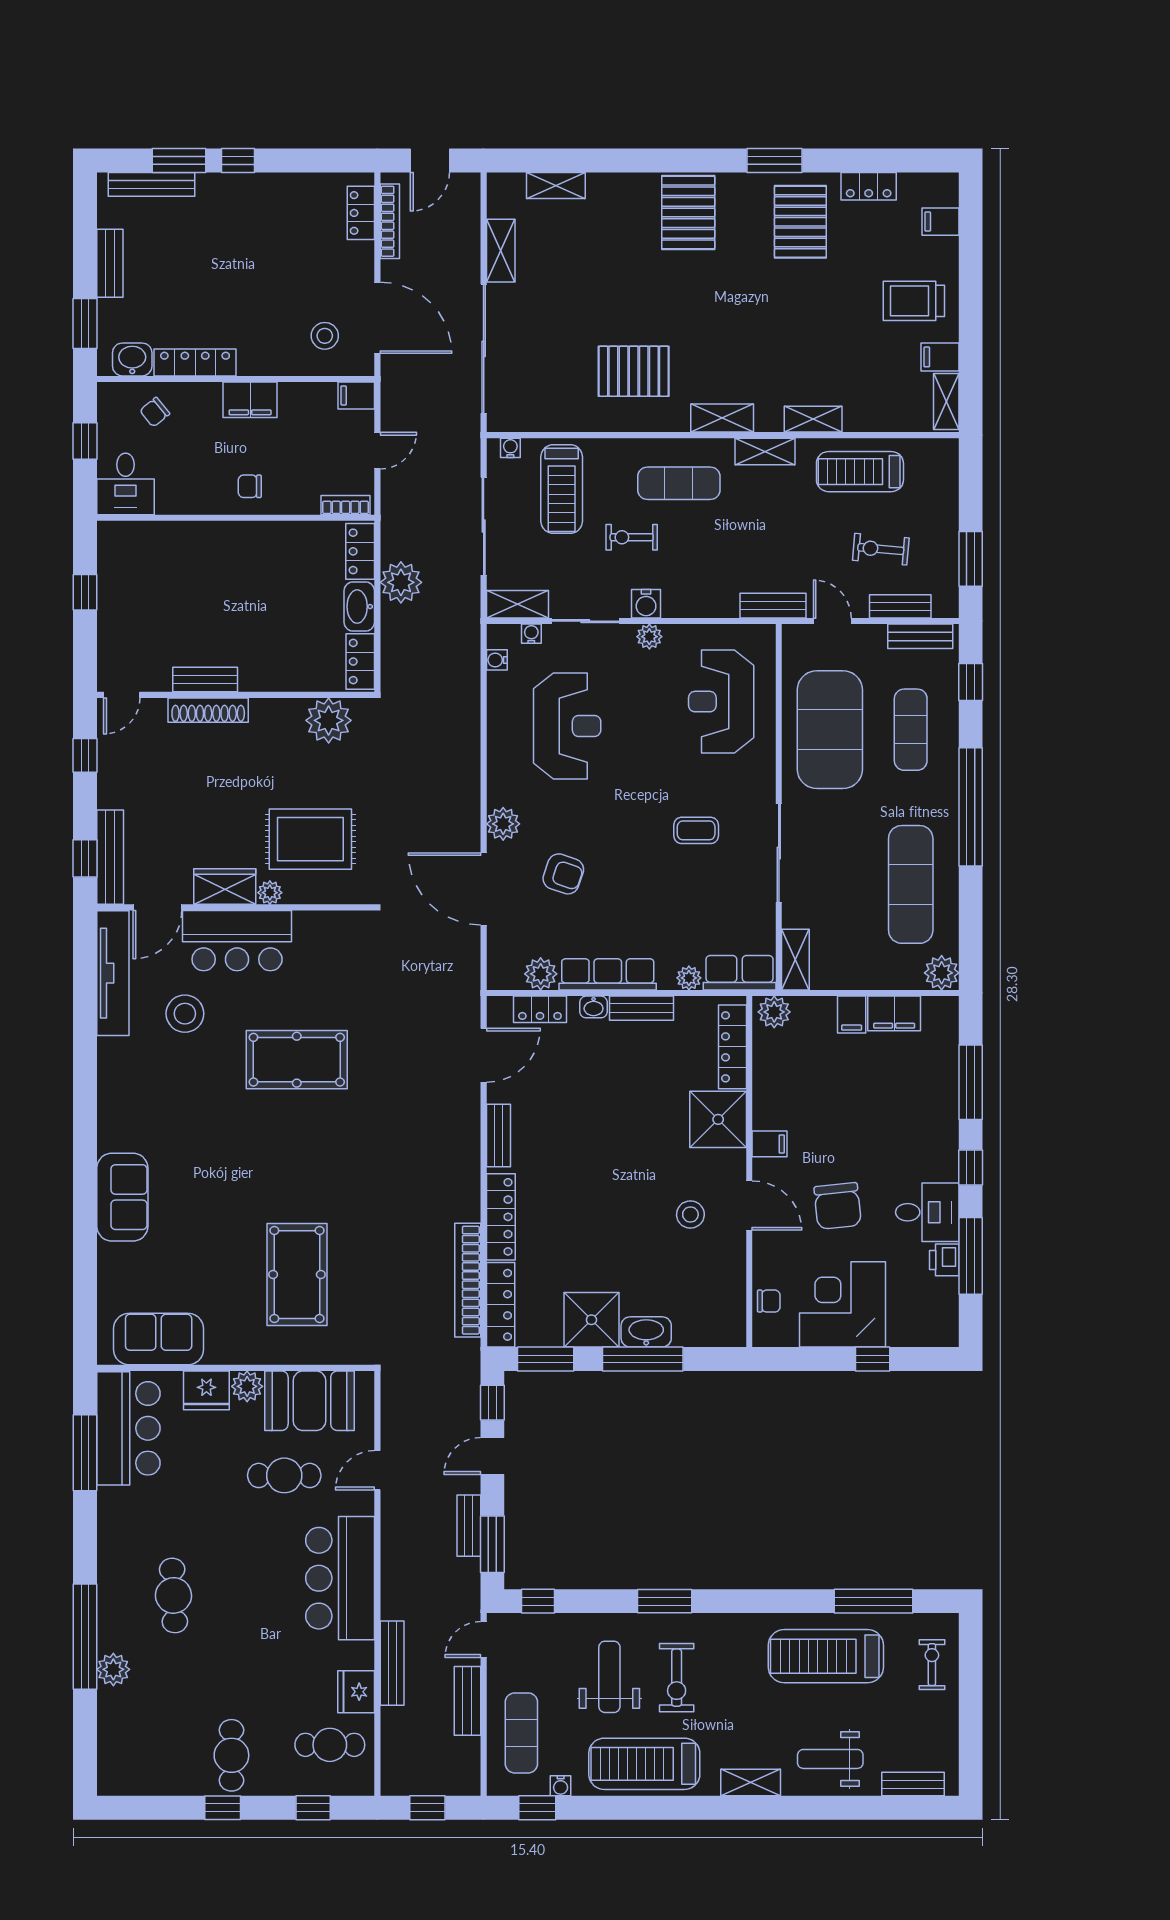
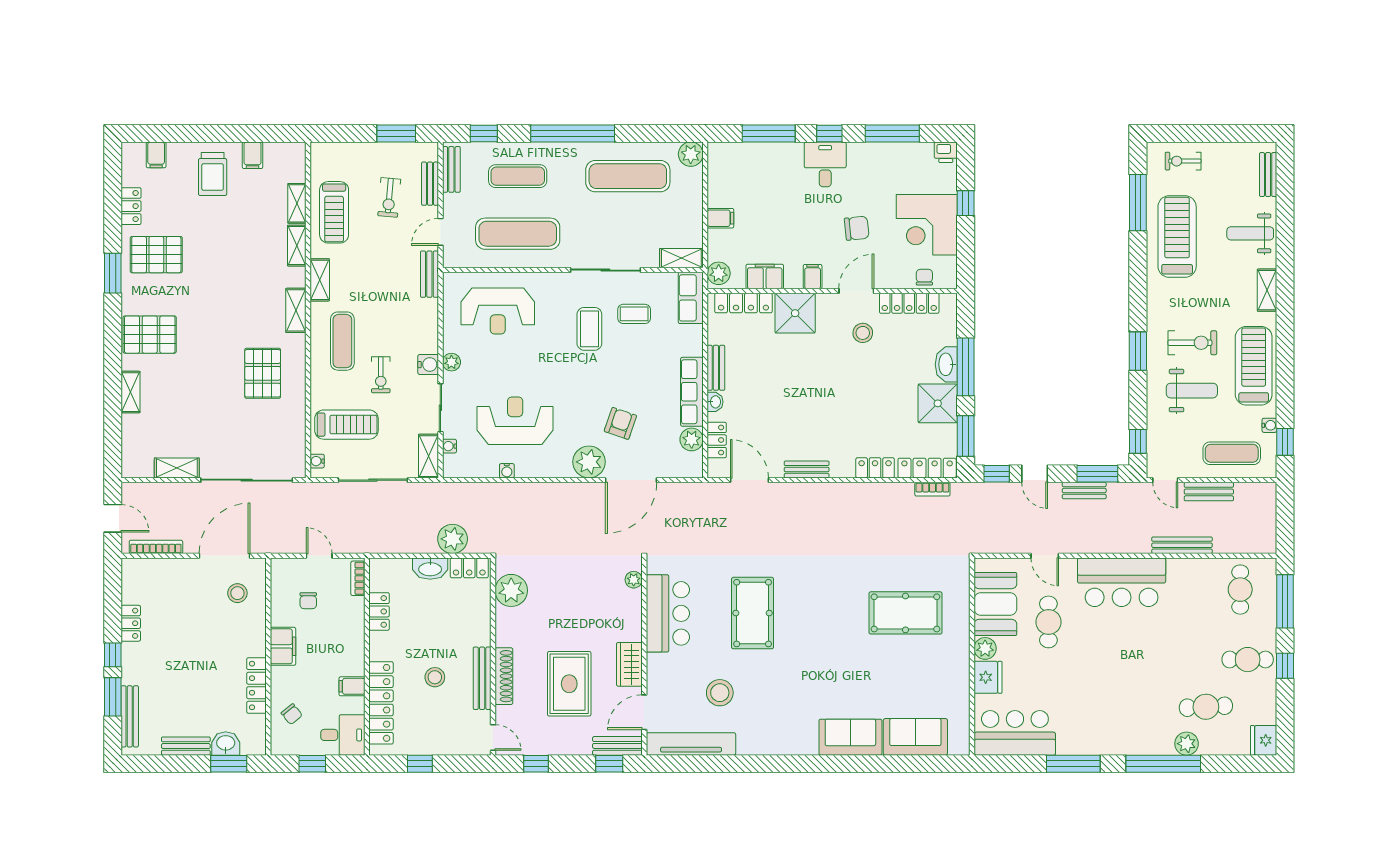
shelving: (556, 186) -> (130, 392), moved
locker: (361, 213) -> (131, 623), moved, turned -90
washbasin: (132, 359) -> (226, 744), moved, turned 90
filing cabinet: (356, 395) -> (352, 686), moved, turned 90
shelving: (946, 402) -> (297, 203), moved, turned 90
chair: (250, 486) -> (308, 601), moved
locker: (171, 538) -> (381, 703), added
locker: (360, 551) -> (379, 611), moved, turned -90
plant: (401, 582) -> (453, 539), moved
stool: (207, 613) -> (435, 677), added
water cooler: (497, 660) -> (507, 471), moved
bench: (205, 680) -> (482, 678), width x1.36
exercise mat: (830, 730) -> (518, 234), width x0.68
plant: (503, 824) -> (589, 462), width x1.36, depth x1.36
coffee table: (696, 830) -> (589, 329), width x1.36, depth x1.30
rug: (310, 839) -> (569, 684), moved
bench: (110, 857) -> (617, 746), width x0.73
plant: (270, 893) -> (634, 580), moved
coffee table: (717, 893) -> (634, 314), added
door: (157, 907) -> (644, 712), swing flipped
bar counter: (237, 941) -> (668, 613), moved
plant: (689, 978) -> (694, 334), removed
filing cabinet: (894, 1013) -> (765, 277), moved, turned -90
chair: (838, 1206) -> (857, 228), width x0.73, depth x0.73
desk: (927, 1212) -> (825, 164), moved
locker: (501, 1217) -> (875, 468), width x0.66
printer: (944, 1260) -> (946, 152), moved
bookcase: (468, 1280) -> (932, 489), width x0.43, depth x0.76
locker: (732, 1280) -> (909, 303), added
sofa: (159, 1339) -> (915, 737), moved, turned 90
window: (85, 1453) -> (1073, 764), moved
cafe table: (173, 1595) -> (1206, 707), moved
treadmill: (826, 1656) -> (1177, 237), turned 180
weight bench: (609, 1677) -> (1192, 391), turned 180
fridge: (356, 1692) -> (1264, 740), moved, turned 90
weight bench: (830, 1759) -> (1250, 233), turned 90
treadmill: (644, 1764) -> (1254, 366), turned 180
window: (313, 1808) -> (1285, 601), width x2.17
window: (427, 1808) -> (1285, 520), removed

